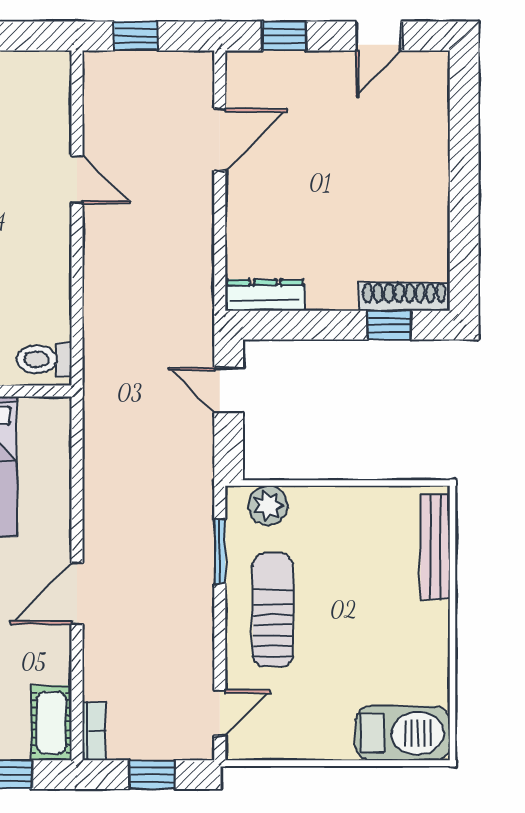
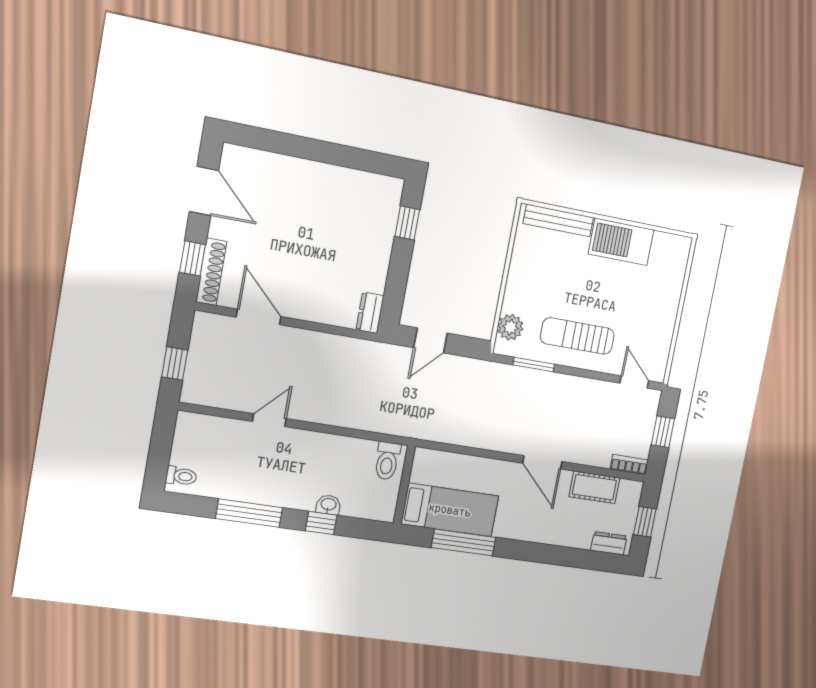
door: (379, 36) -> (204, 191), width x1.38
dresser: (265, 295) -> (370, 313), width x0.70
shoe rack: (404, 297) -> (211, 272), moved, turned 180
cot: (51, 723) -> (594, 487), moved
barbecue: (403, 733) -> (621, 242), moved, turned -90

